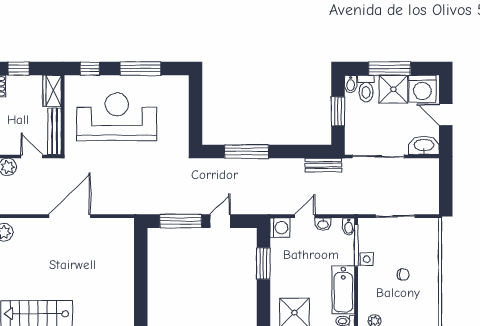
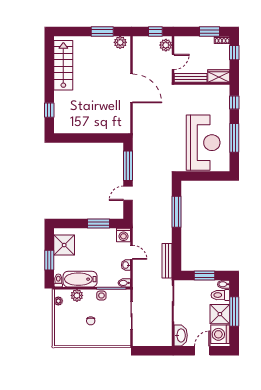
reception desk: (117, 117) -> (203, 143), moved
bench: (323, 165) -> (167, 261), width x1.36
door: (220, 221) -> (128, 193), swing flipped
plant: (367, 294) -> (77, 295), added

